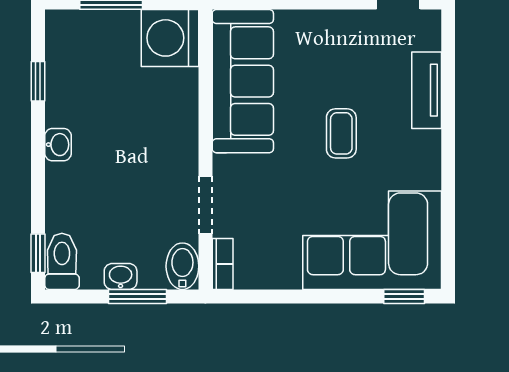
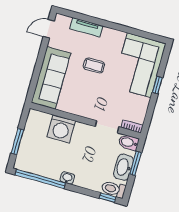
washing machine: (170, 38) -> (61, 129), moved
window: (38, 81) -> (40, 179), width x3.17
sofa: (243, 81) -> (51, 78), moved, turned 90
washbasin: (121, 277) -> (124, 167), width x1.91, depth x1.45
window: (404, 296) -> (157, 85), moved

